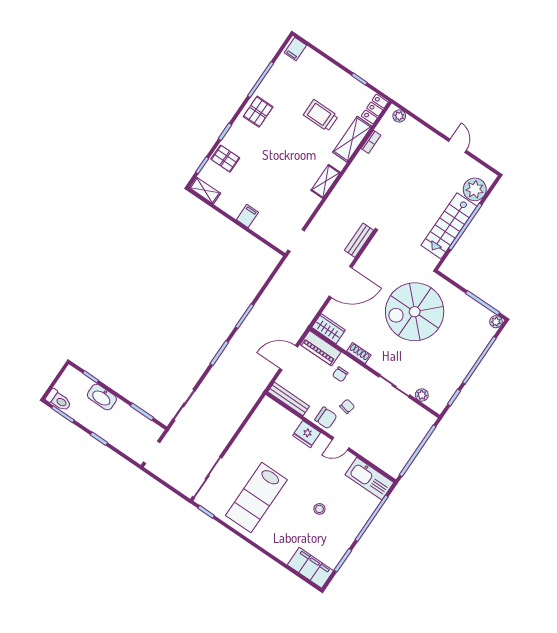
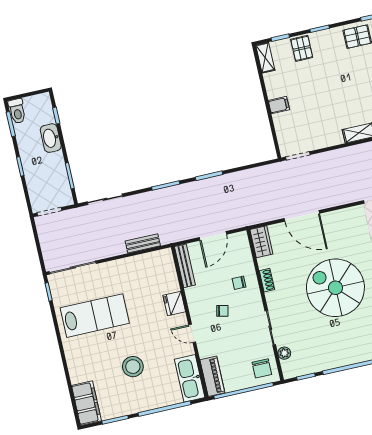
bench: (359, 240) -> (143, 243), moved
piano: (320, 348) -> (212, 376), moved, turned 180
door: (289, 358) -> (213, 236), swing flipped
chair: (326, 418) -> (262, 368), moved
lab bench: (256, 498) -> (95, 316), turned 180
stool: (319, 509) -> (133, 367), width x1.89, depth x1.89

